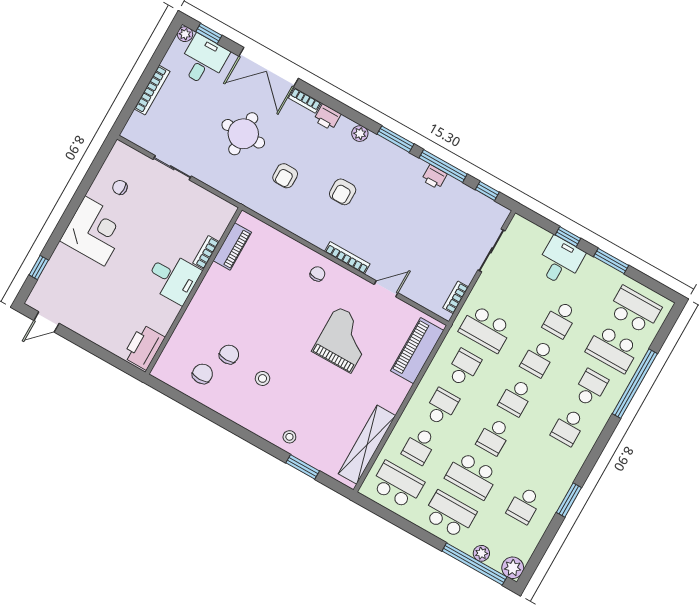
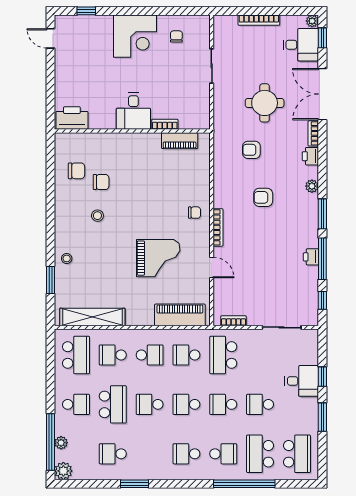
school desk: (464, 368) -> (186, 355), turned 180
school desk: (472, 475) -> (113, 404), turned 180
school desk: (450, 515) -> (76, 404), width x0.54

